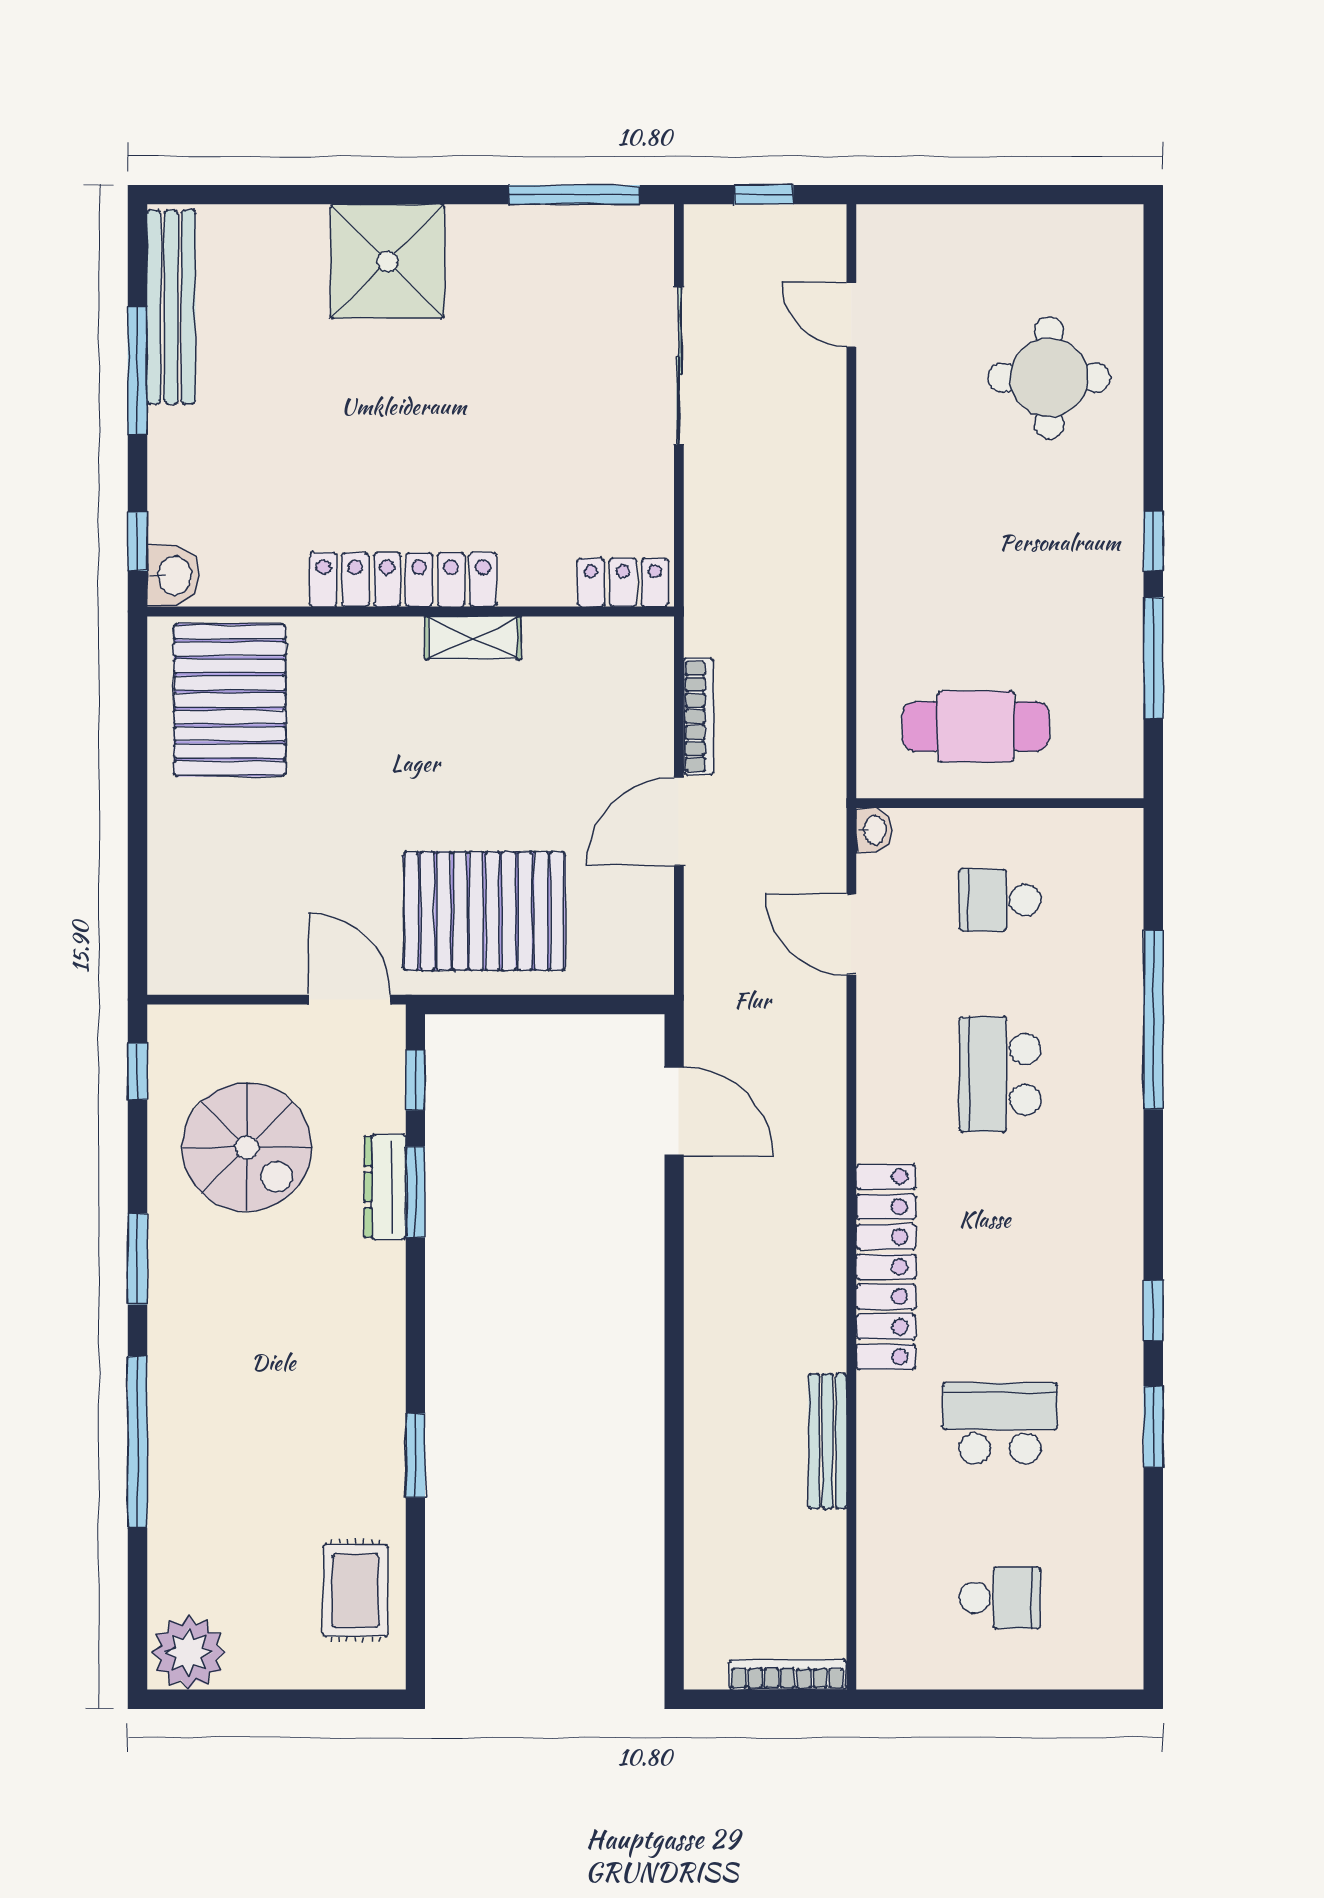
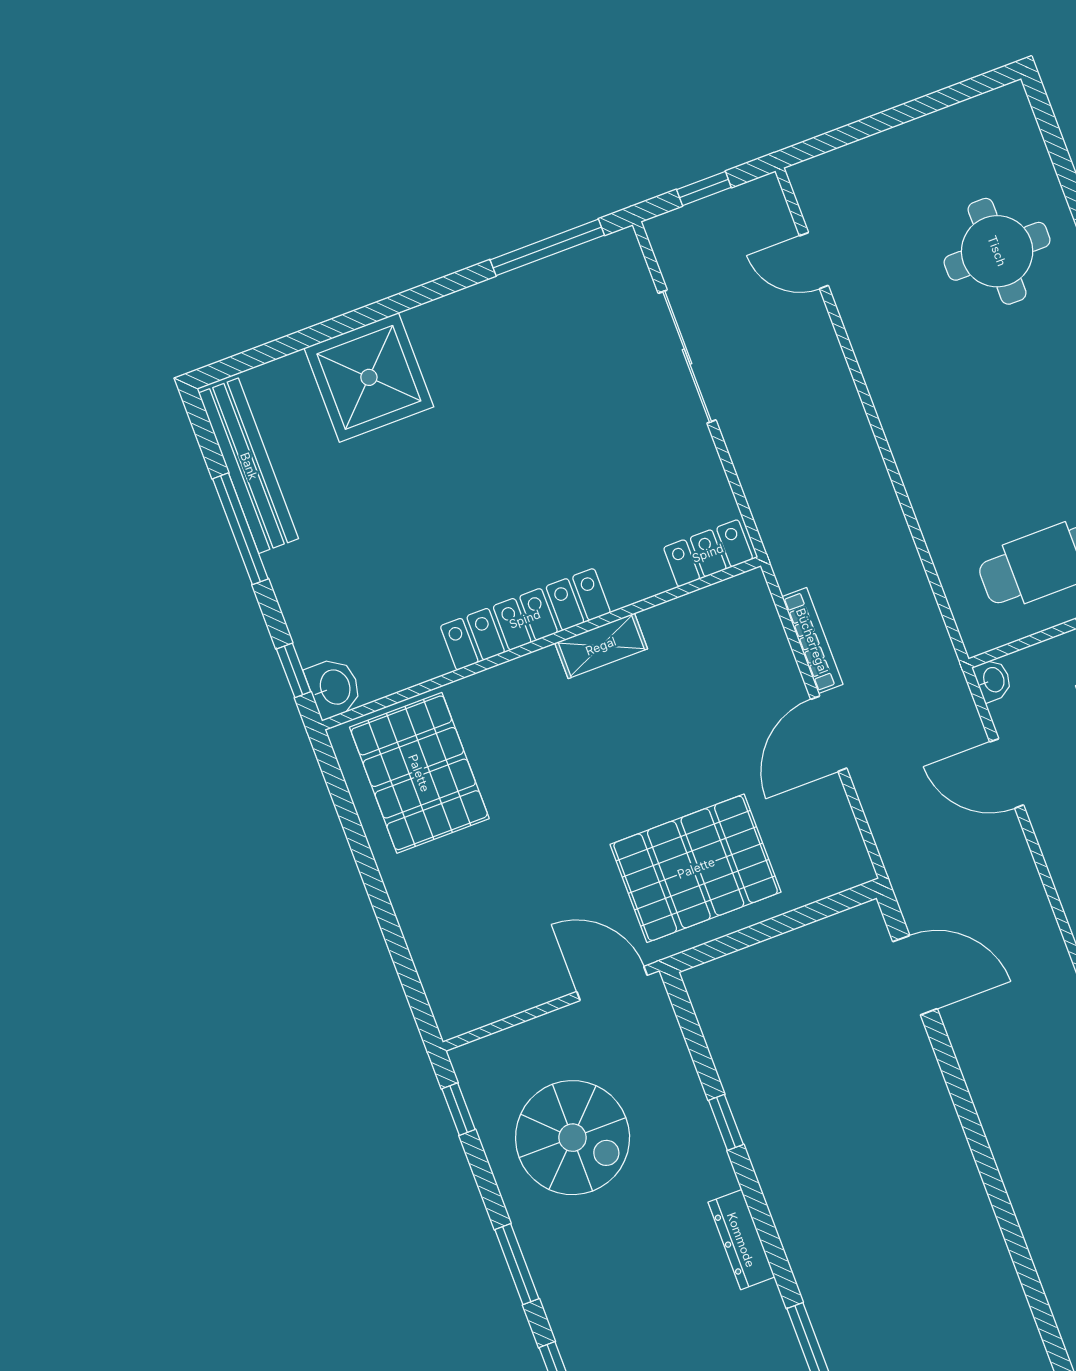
shower: (387, 261) -> (369, 377), moved
window: (415, 1080) -> (691, 1030), removed
dresser: (385, 1187) -> (741, 1240), moved
window: (415, 1192) -> (726, 1122), width x0.67

